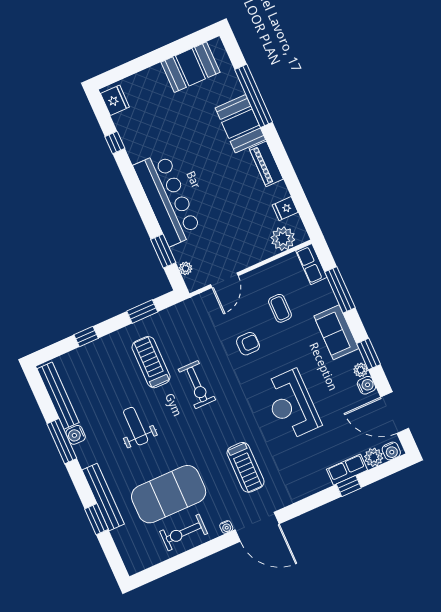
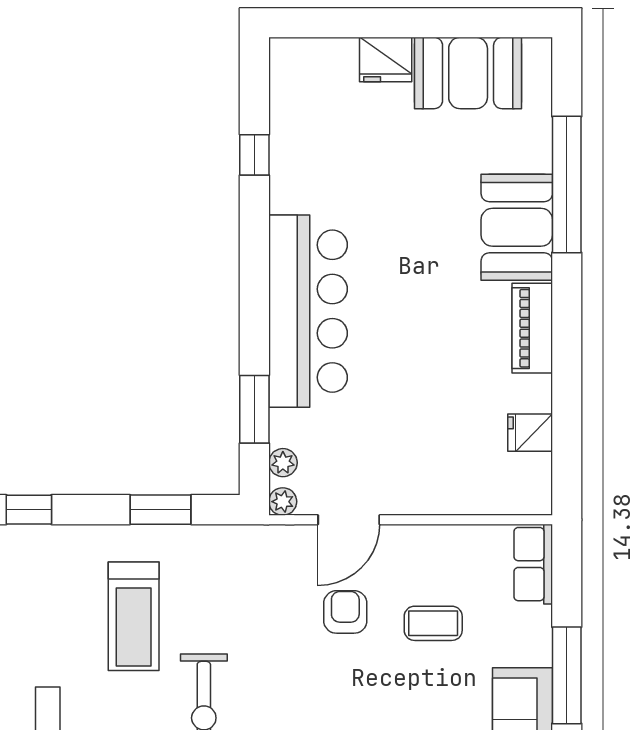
fridge: (115, 100) -> (386, 60), moved, turned 90
plant: (283, 239) -> (283, 502), moved, width x0.53, depth x0.53
window: (340, 290) -> (567, 675), moved
coffee table: (280, 308) -> (433, 623), turned 90
armchair: (248, 344) -> (345, 612), moved, turned -90
treadmill: (151, 362) -> (134, 616), turned 180

